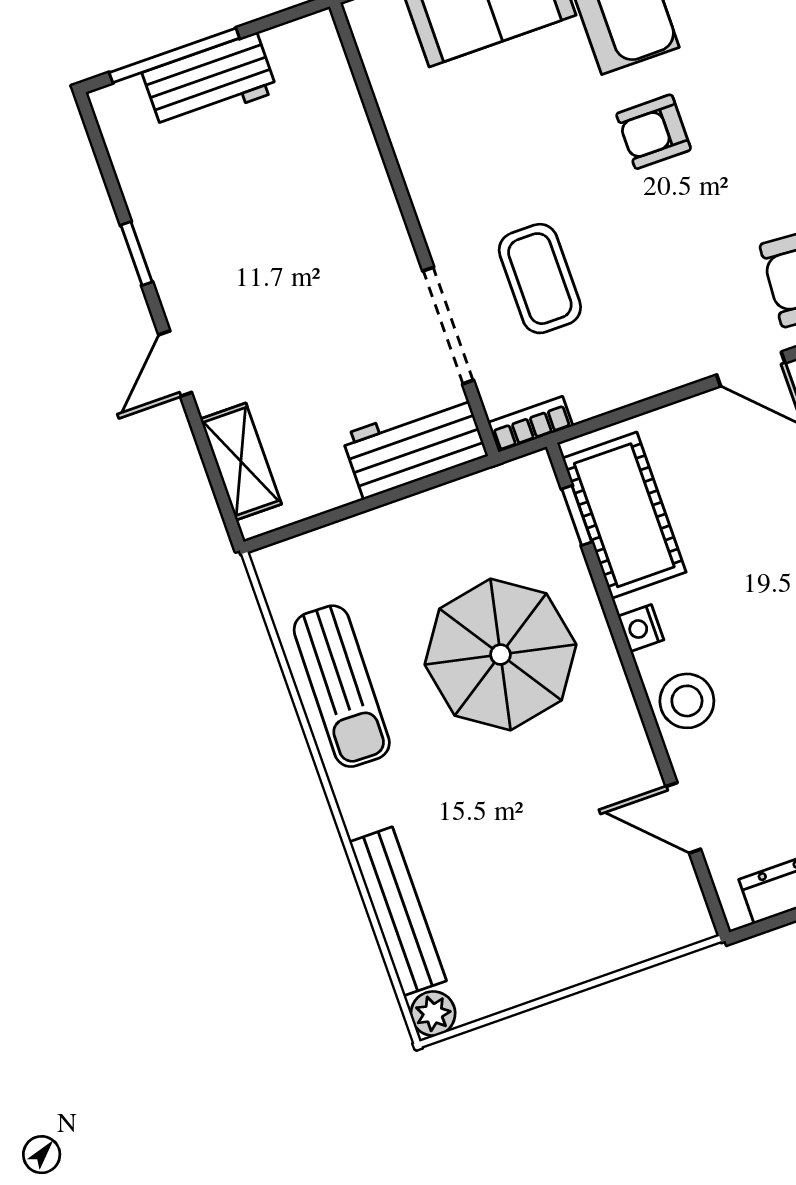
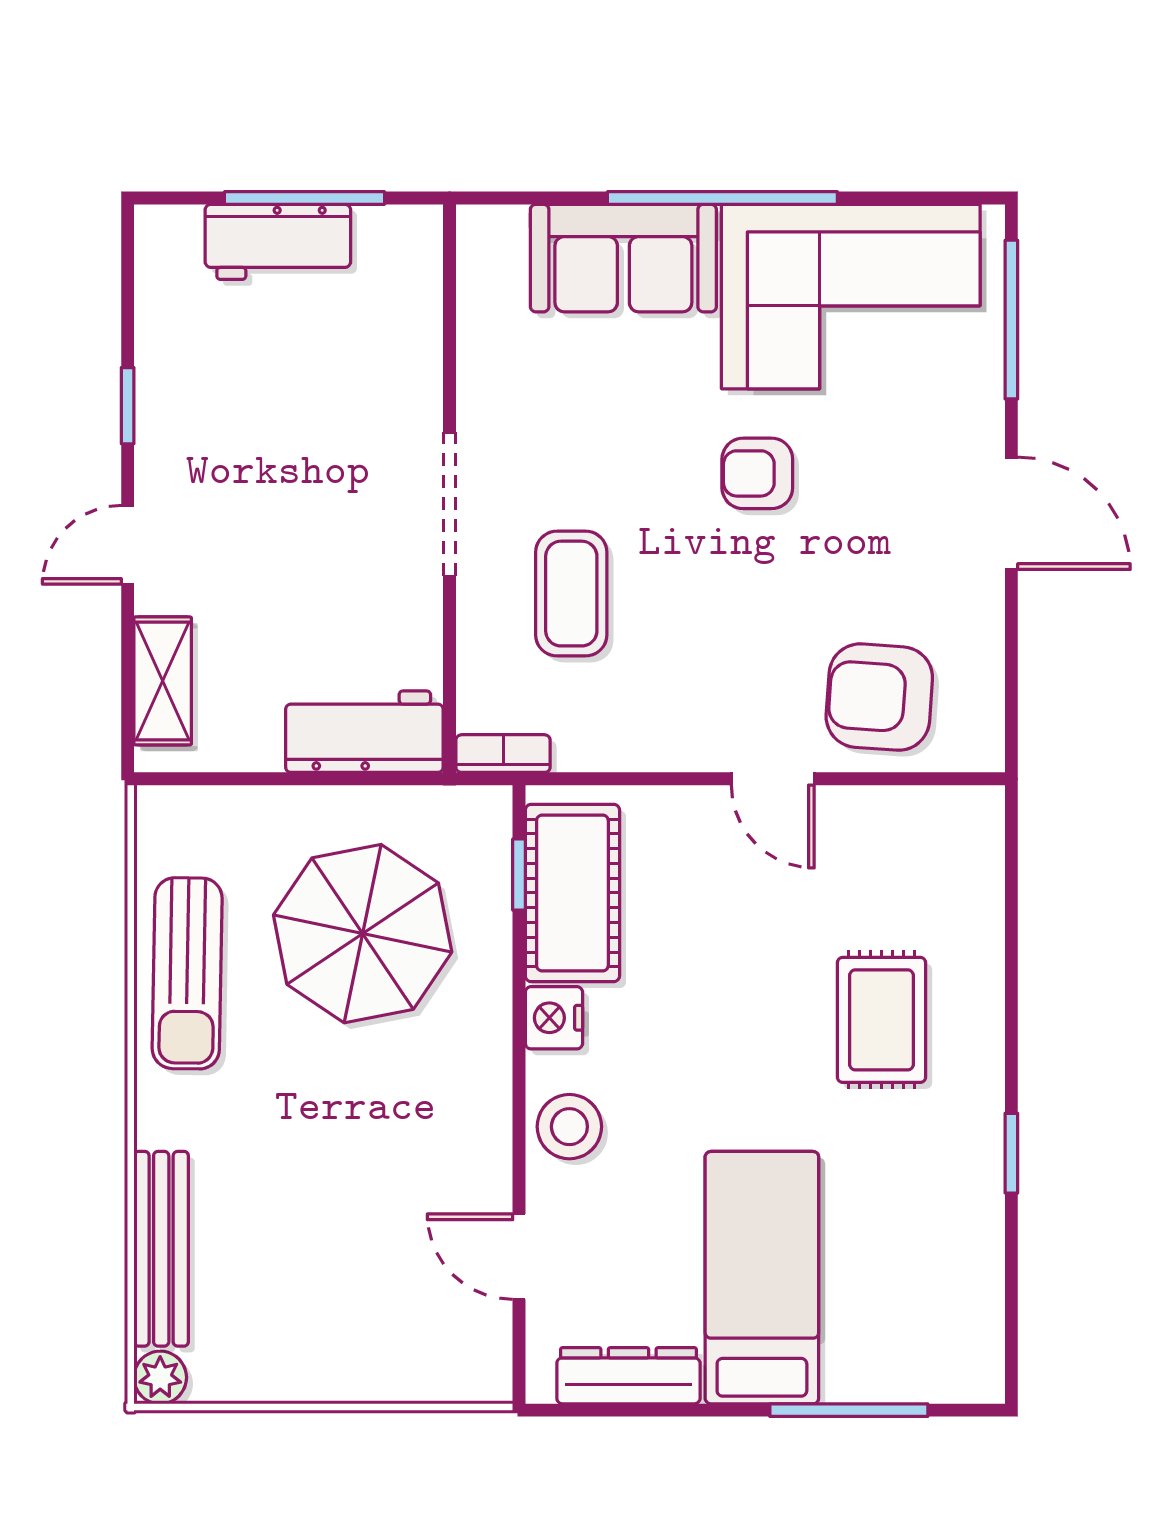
window: (174, 55) -> (305, 198), moved
doorway: (448, 326) -> (450, 504), moved
nightstand: (641, 628) -> (554, 1018), width x1.39, depth x1.35
parasol: (500, 655) -> (363, 934), moved

